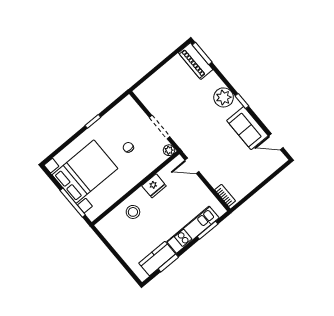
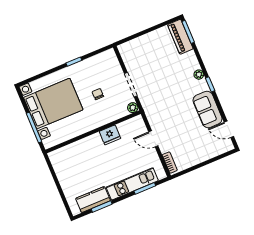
plant: (224, 97) -> (199, 75), width x0.53, depth x0.53
door: (192, 166) -> (153, 139), moved
stool: (133, 212) -> (84, 152), removed

